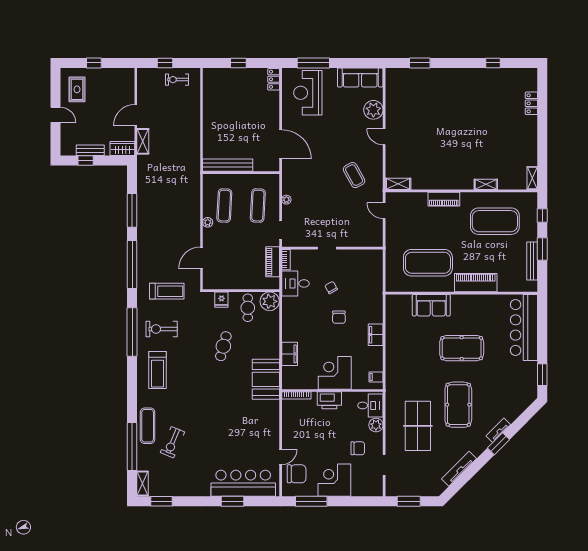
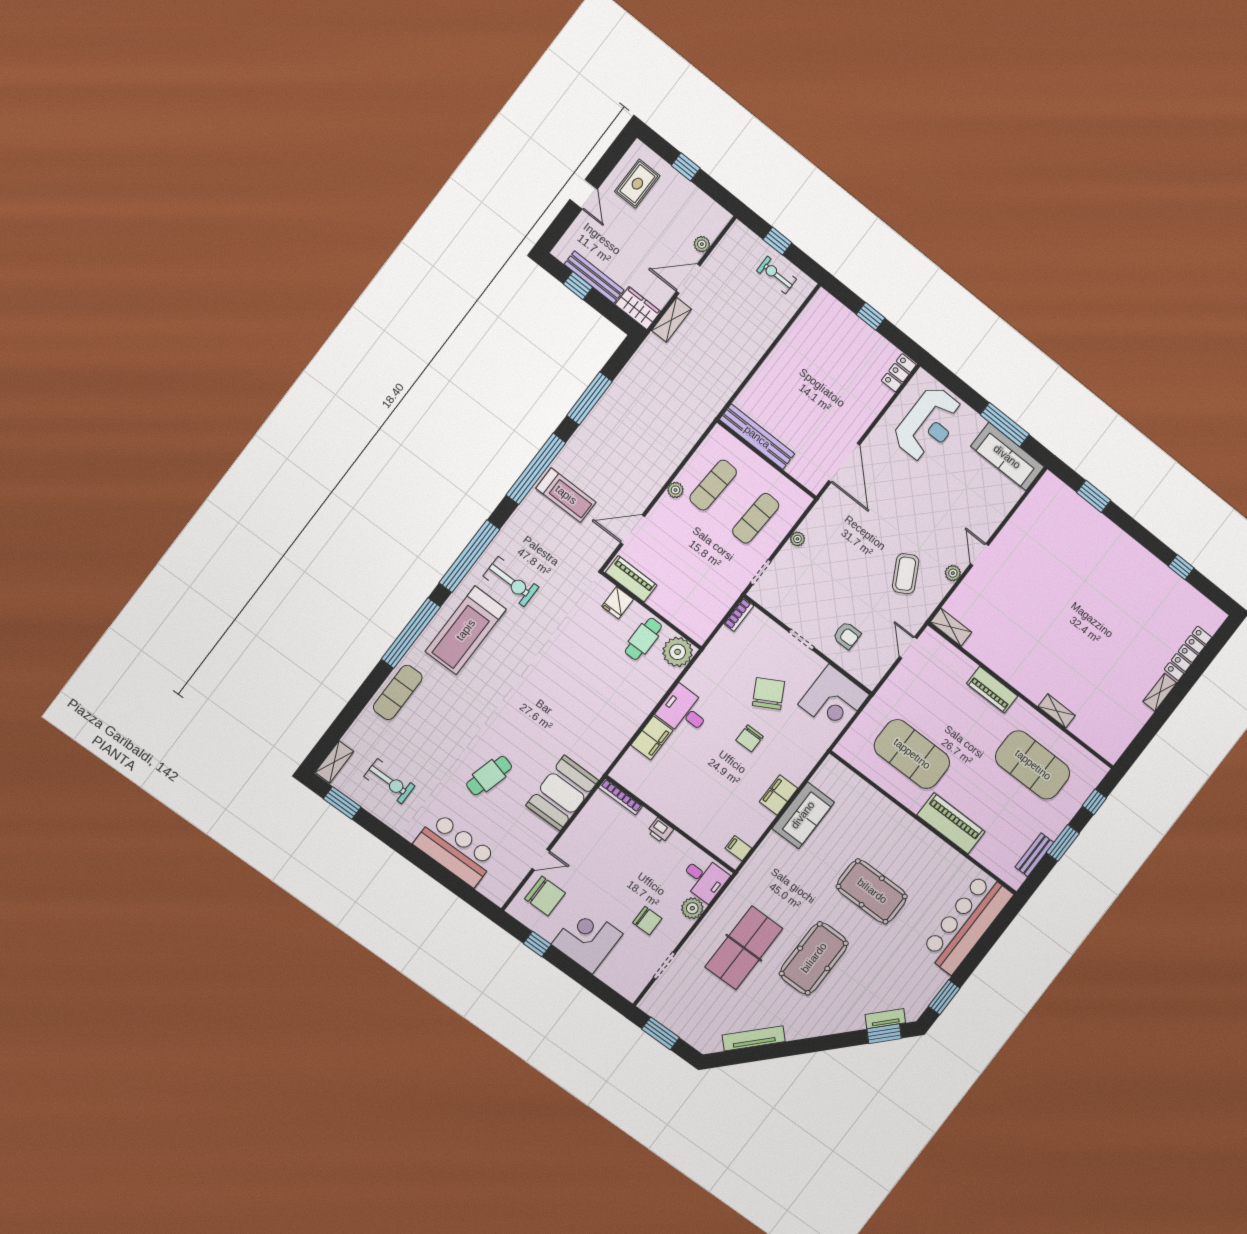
window: (313, 63) -> (1005, 425), moved
reception desk: (308, 93) -> (928, 424), turned 180
plant: (130, 94) -> (702, 244), added
locker: (531, 103) -> (1188, 653), width x1.53
plant: (373, 110) -> (953, 573), moved, width x0.53, depth x0.53
bench: (90, 150) -> (594, 277), width x1.36
shelving: (532, 178) -> (1160, 692), moved
armchair: (348, 228) -> (847, 635), added
bench: (532, 261) -> (1034, 855), width x0.73
piano: (273, 262) -> (631, 579), moved, turned 90
desk: (296, 283) -> (684, 711), moved
chair: (331, 288) -> (769, 694), width x1.87, depth x1.87
treadmill: (167, 291) -> (566, 495), moved
sofa: (431, 305) -> (803, 815), moved, turned -90
exercise bike: (162, 329) -> (511, 582), turned 180
cafe table: (223, 346) -> (489, 776), moved
treadmill: (158, 370) -> (466, 630), width x1.37, depth x1.38
corner desk: (335, 373) -> (834, 700), moved, turned 180
booth: (266, 379) -> (562, 793), moved
printer: (329, 400) -> (660, 830), width x0.53, depth x0.68
tv unit: (498, 430) -> (885, 1019), moved
exercise bike: (172, 442) -> (389, 781), moved, turned -113
window: (498, 444) -> (884, 1034), moved
window: (132, 447) -> (411, 633), moved
bar counter: (243, 483) -> (456, 850), width x0.73
window: (233, 501) -> (436, 871), removed
window: (311, 501) -> (537, 944), width x0.46

